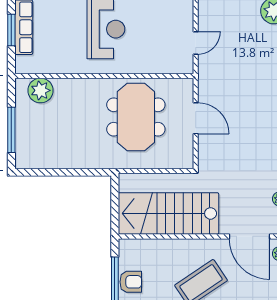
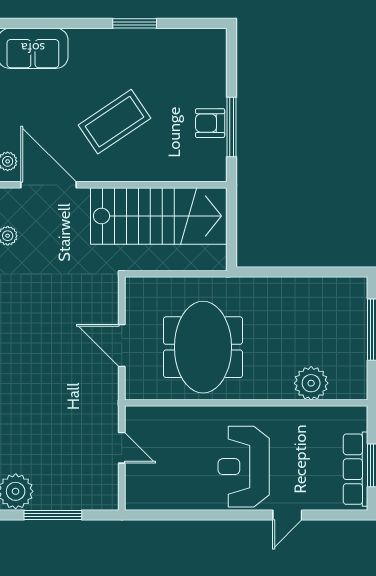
door: (196, 43) -> (122, 448), swing flipped
plant: (41, 90) -> (311, 383), moved

